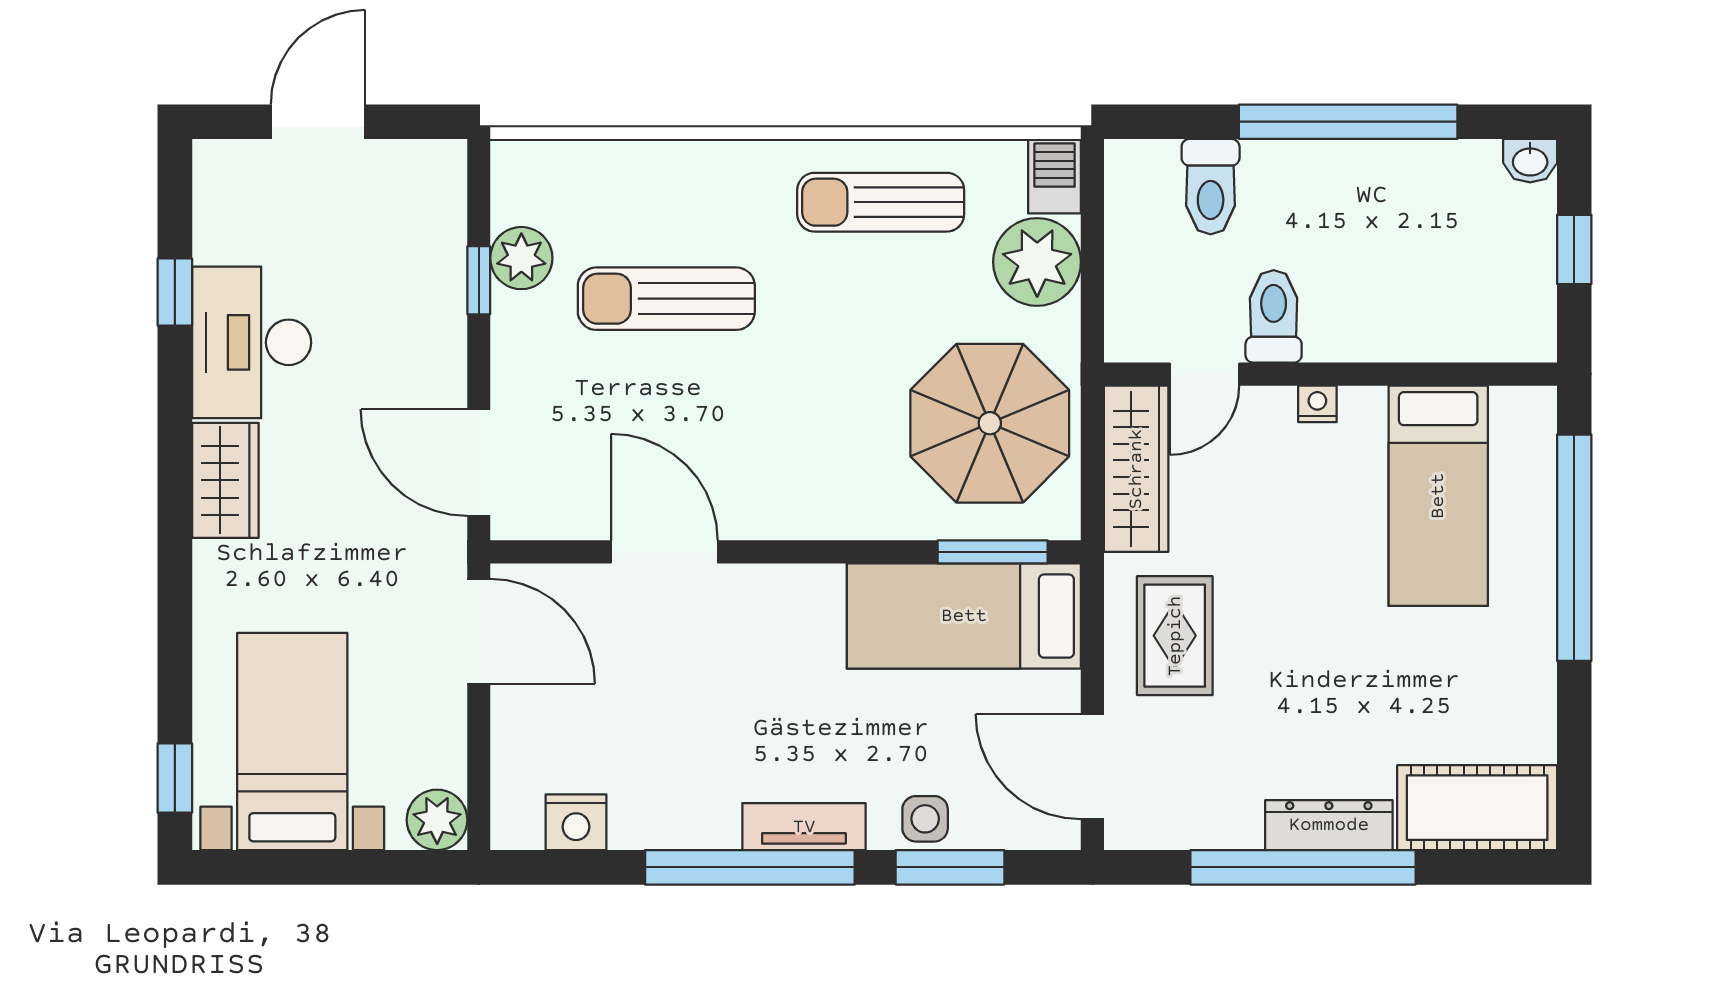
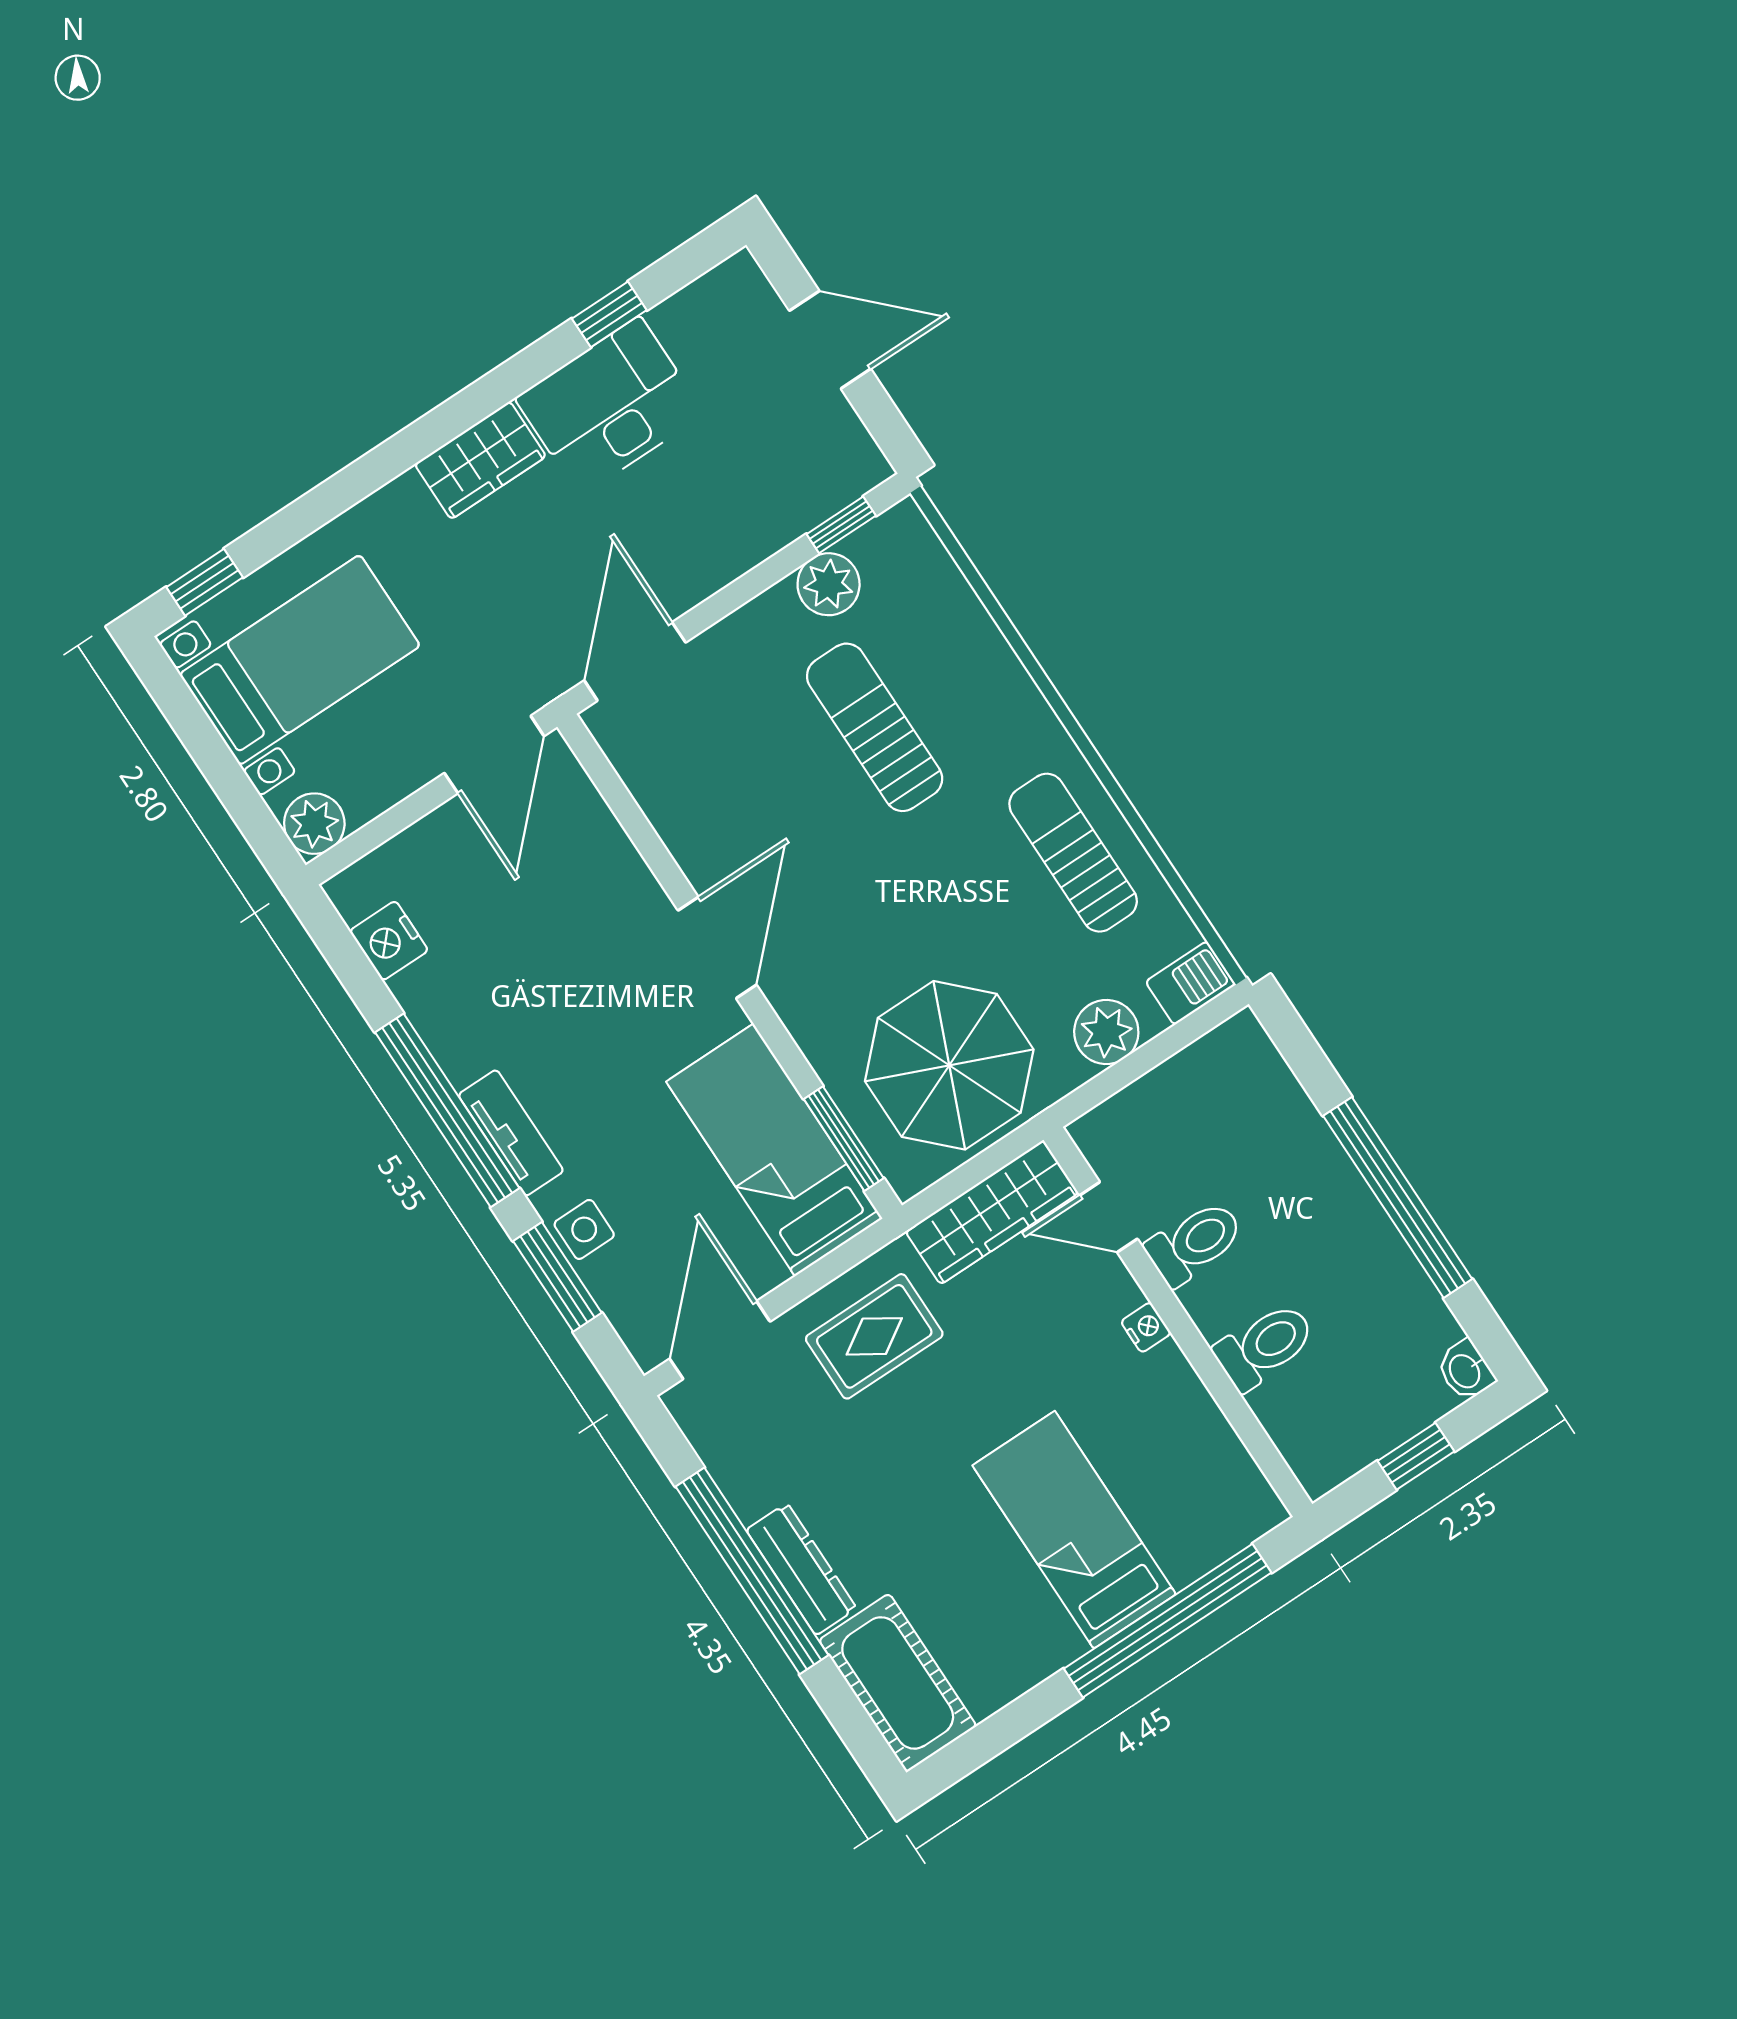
toilet: (1211, 187) -> (1265, 1346), moved, turned 180
plant: (1037, 262) -> (1106, 1032), width x0.73, depth x0.73
window: (479, 280) -> (841, 525), moved
bed: (1438, 496) -> (1074, 1530), moved, turned 90
door: (664, 552) -> (717, 948), moved

